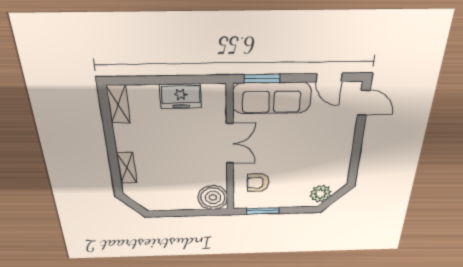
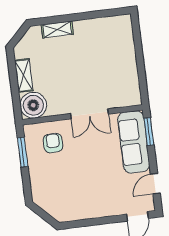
freezer: (181, 96) -> (128, 71), removed
shelving: (118, 104) -> (24, 75), moved, turned 90
plant: (321, 194) -> (47, 201), removed

